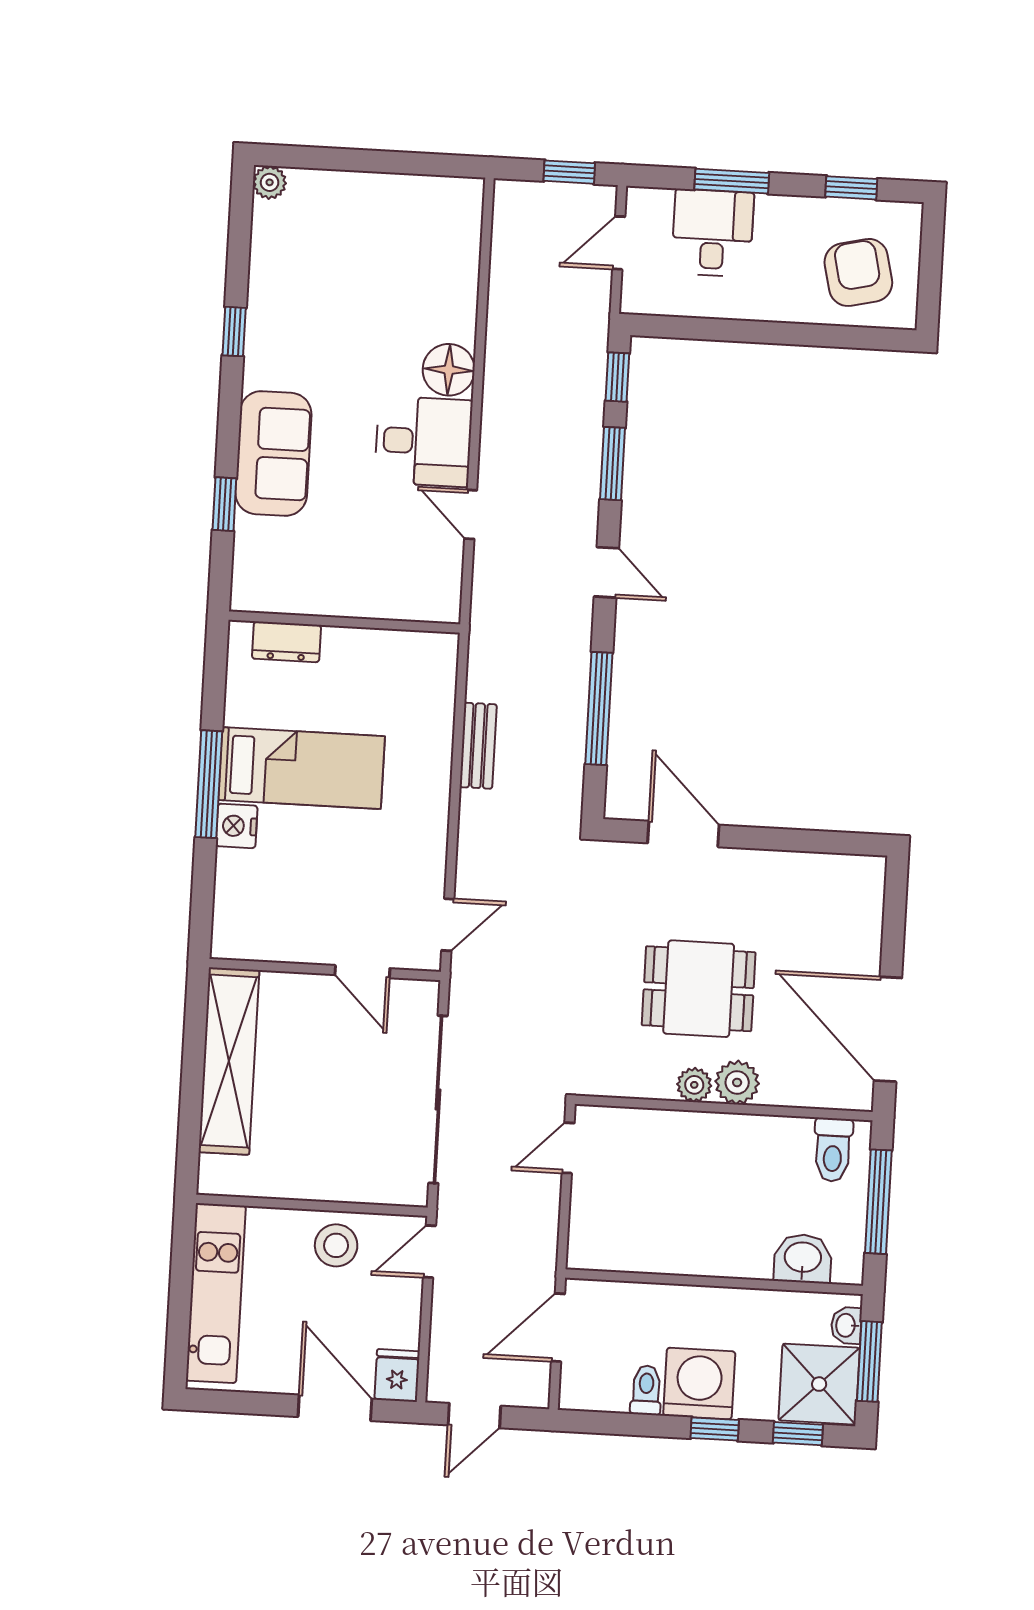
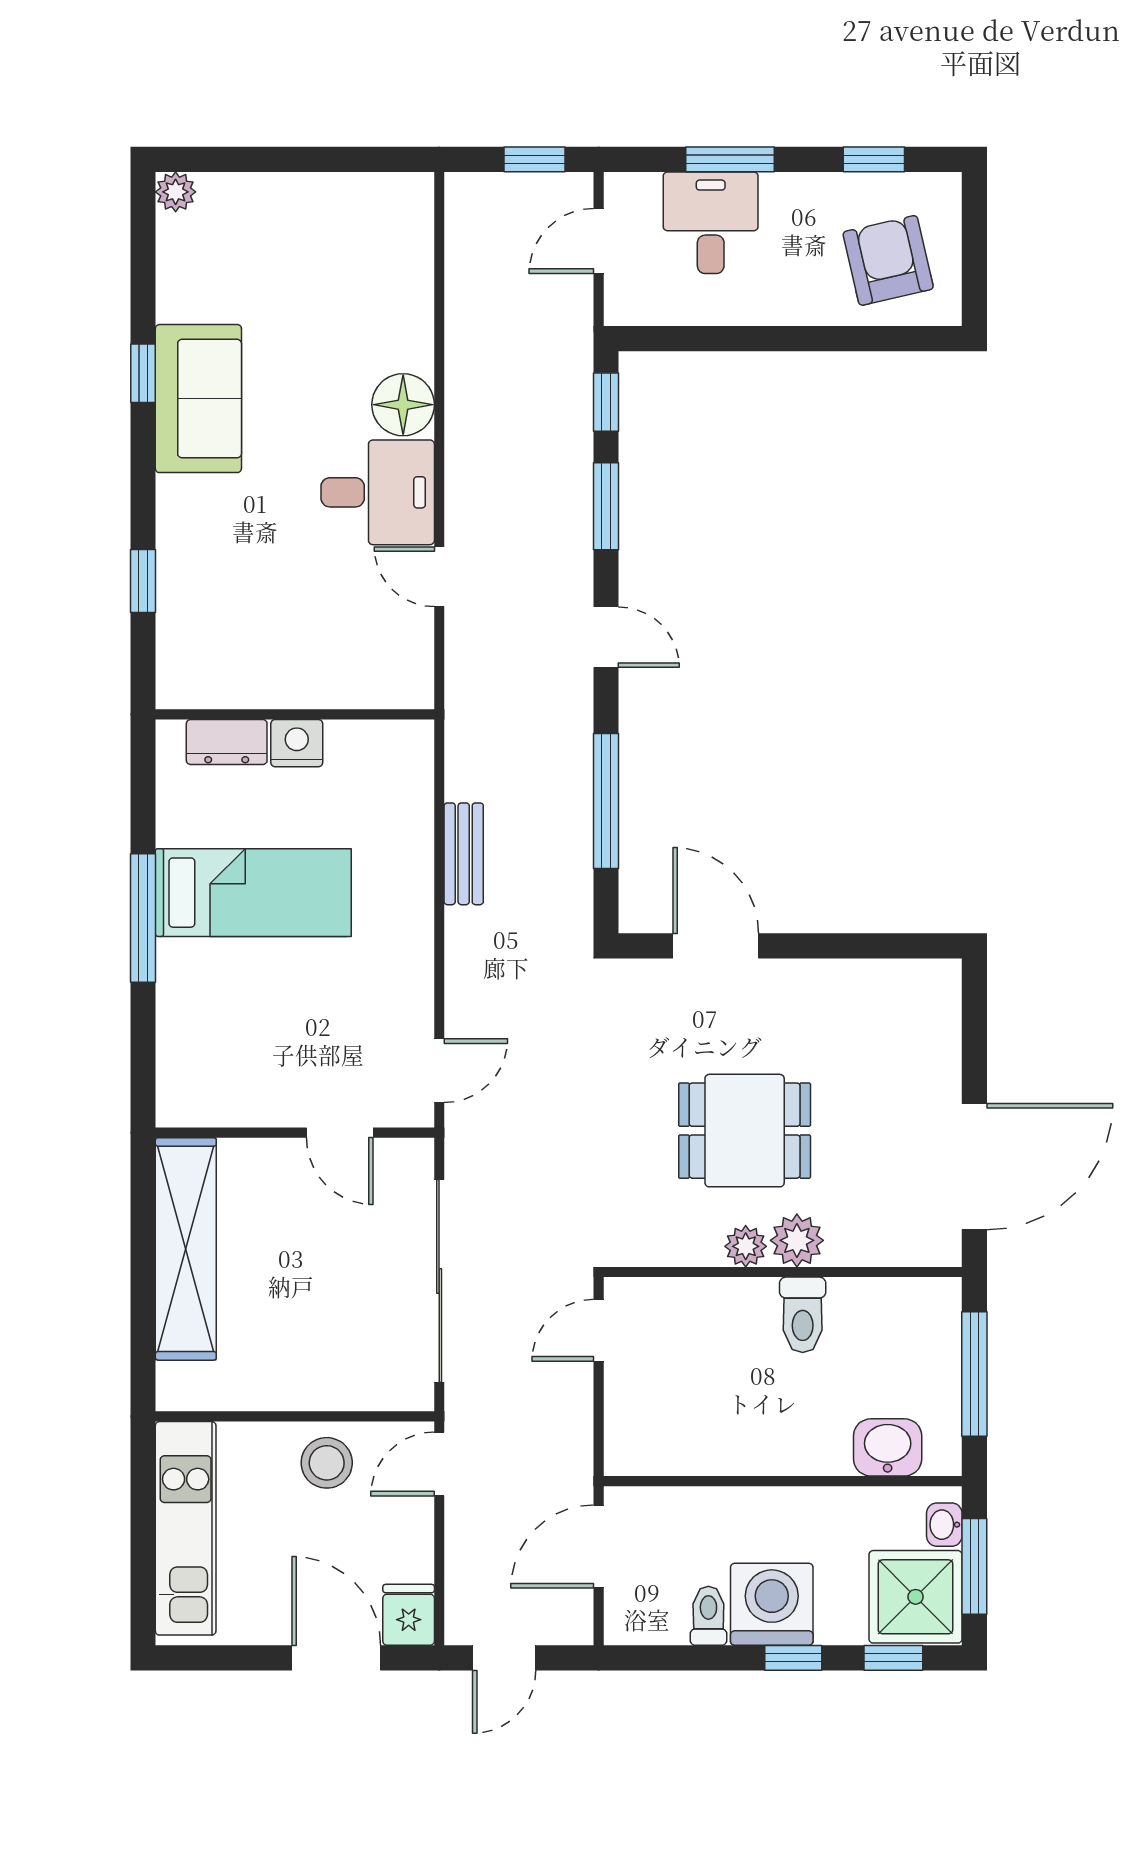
sofa: (273, 453) -> (198, 399), moved
nightstand: (237, 826) -> (297, 743), moved, turned 90
door: (888, 1029) -> (974, 1167), swing flipped
toilet: (833, 1150) -> (803, 1315), moved

